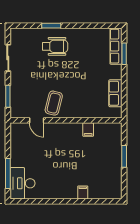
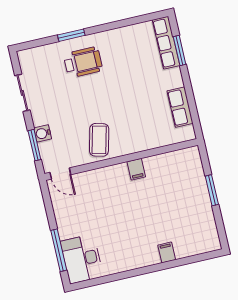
water cooler: (15, 89) -> (43, 133), added
door: (37, 120) -> (60, 174), moved
filing cabinet: (88, 130) -> (136, 169), moved

